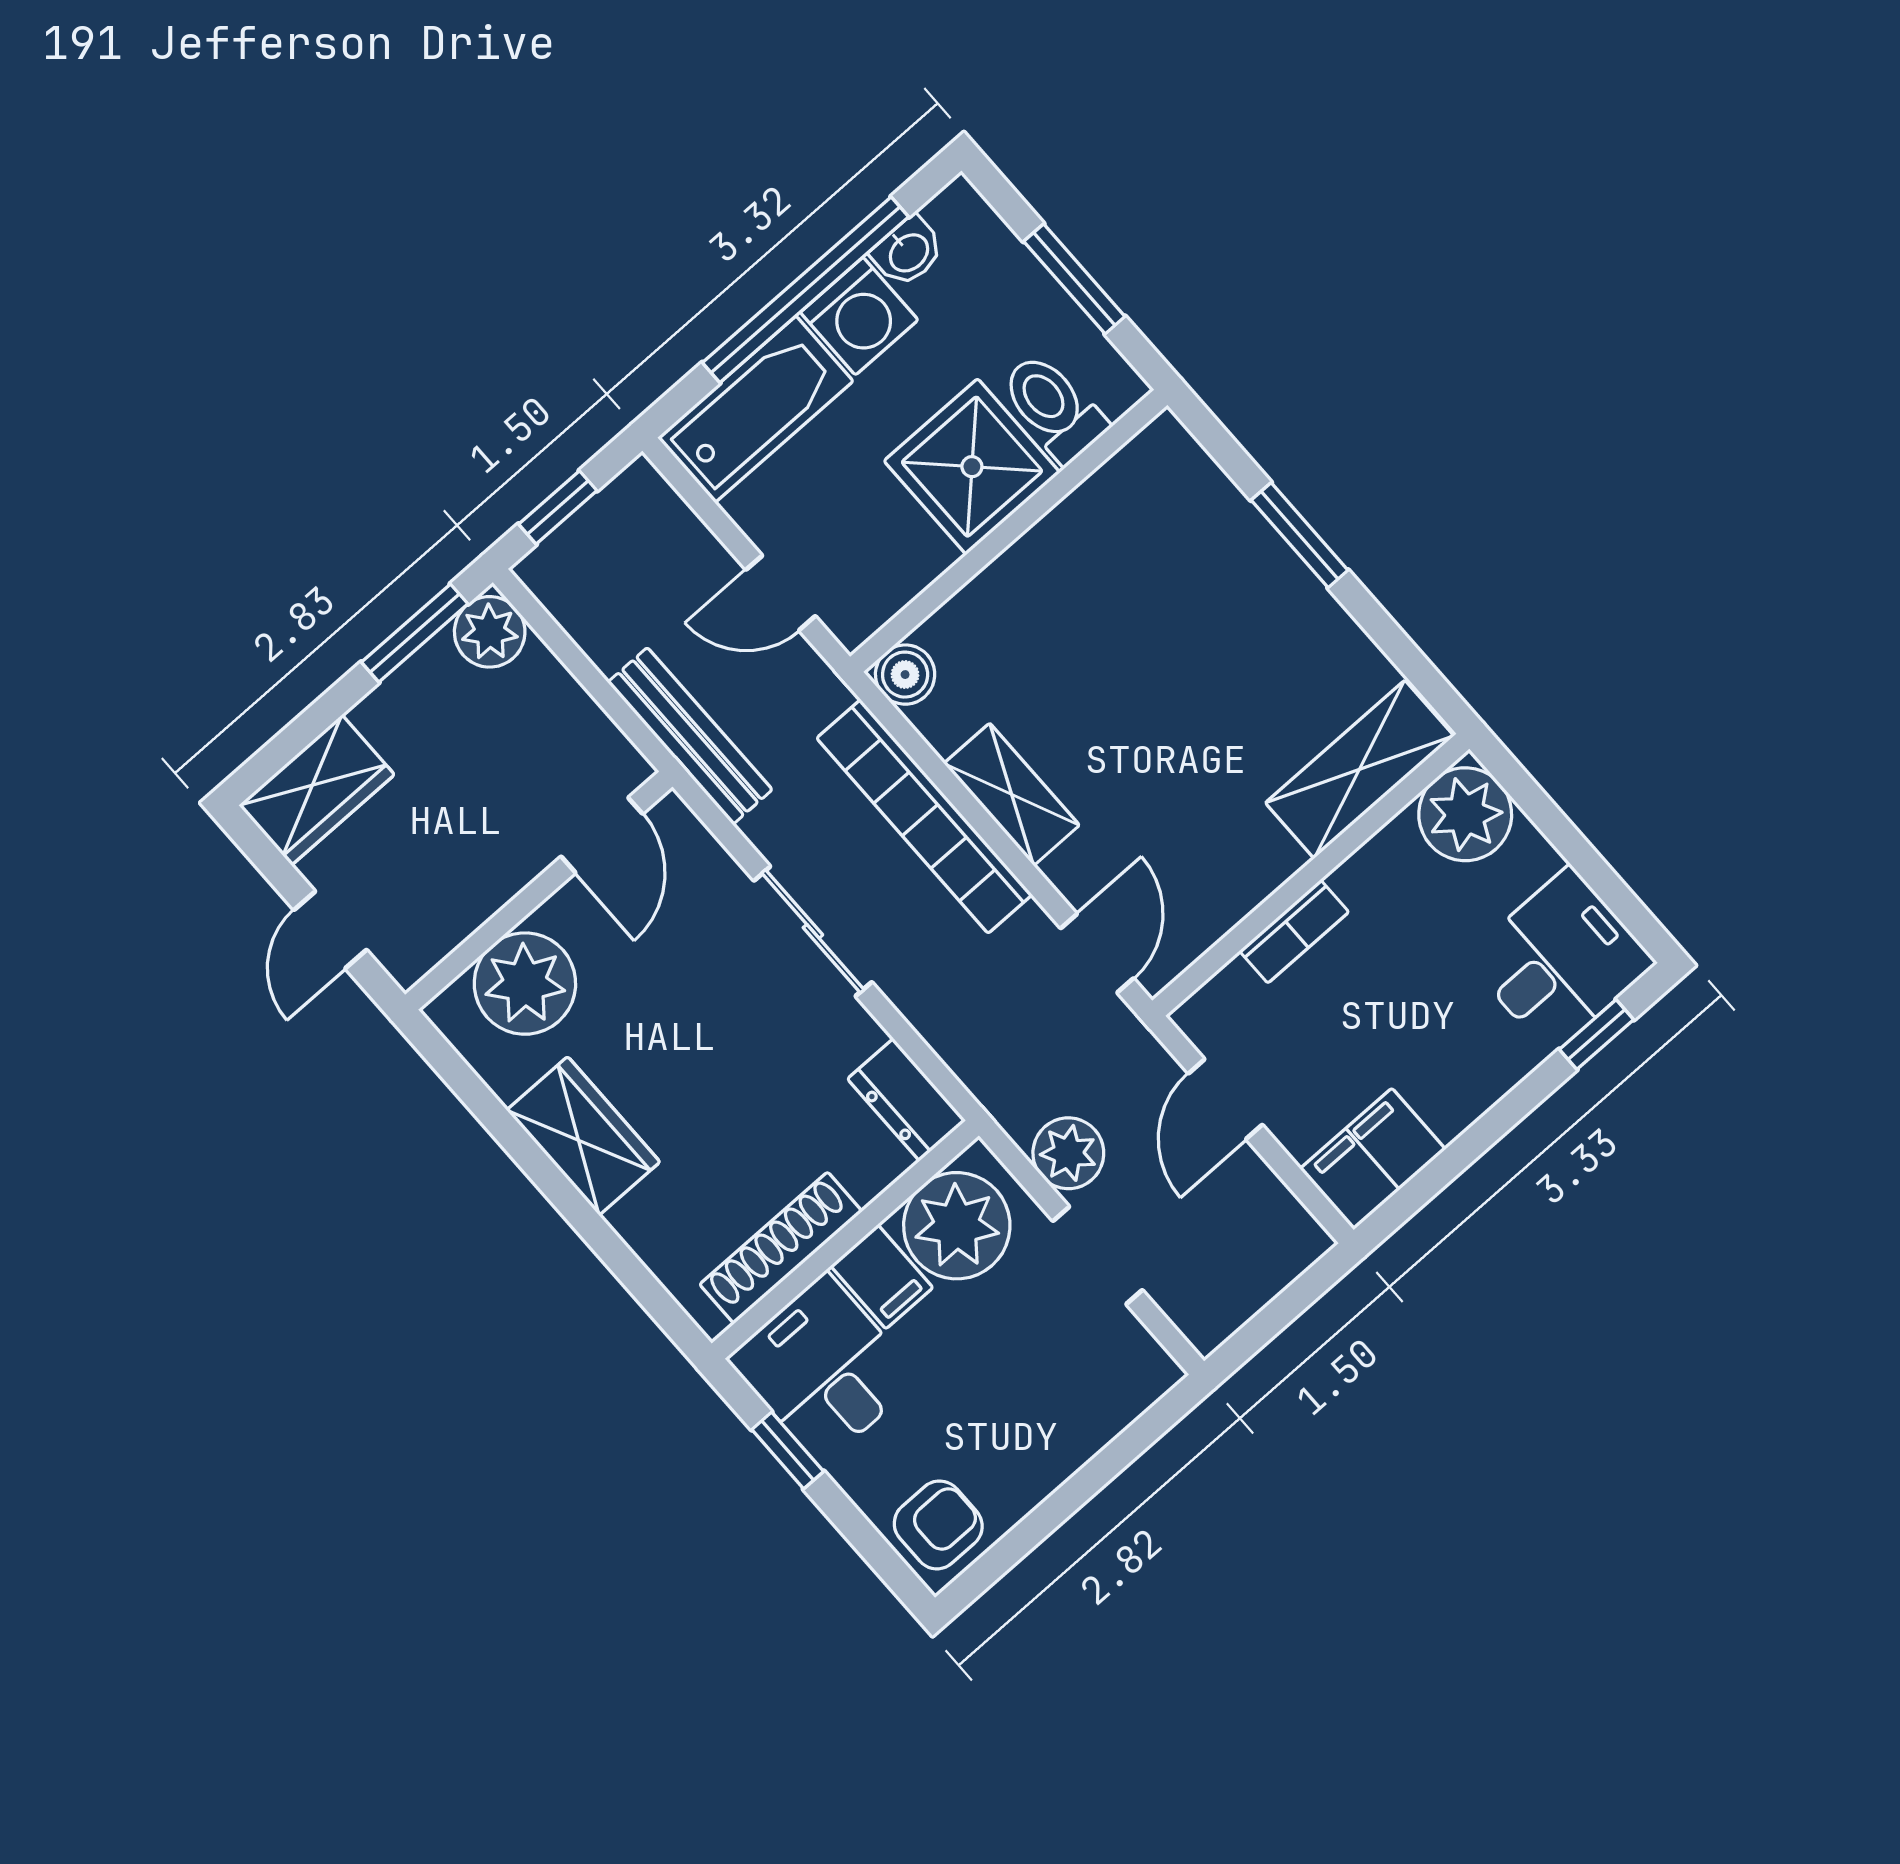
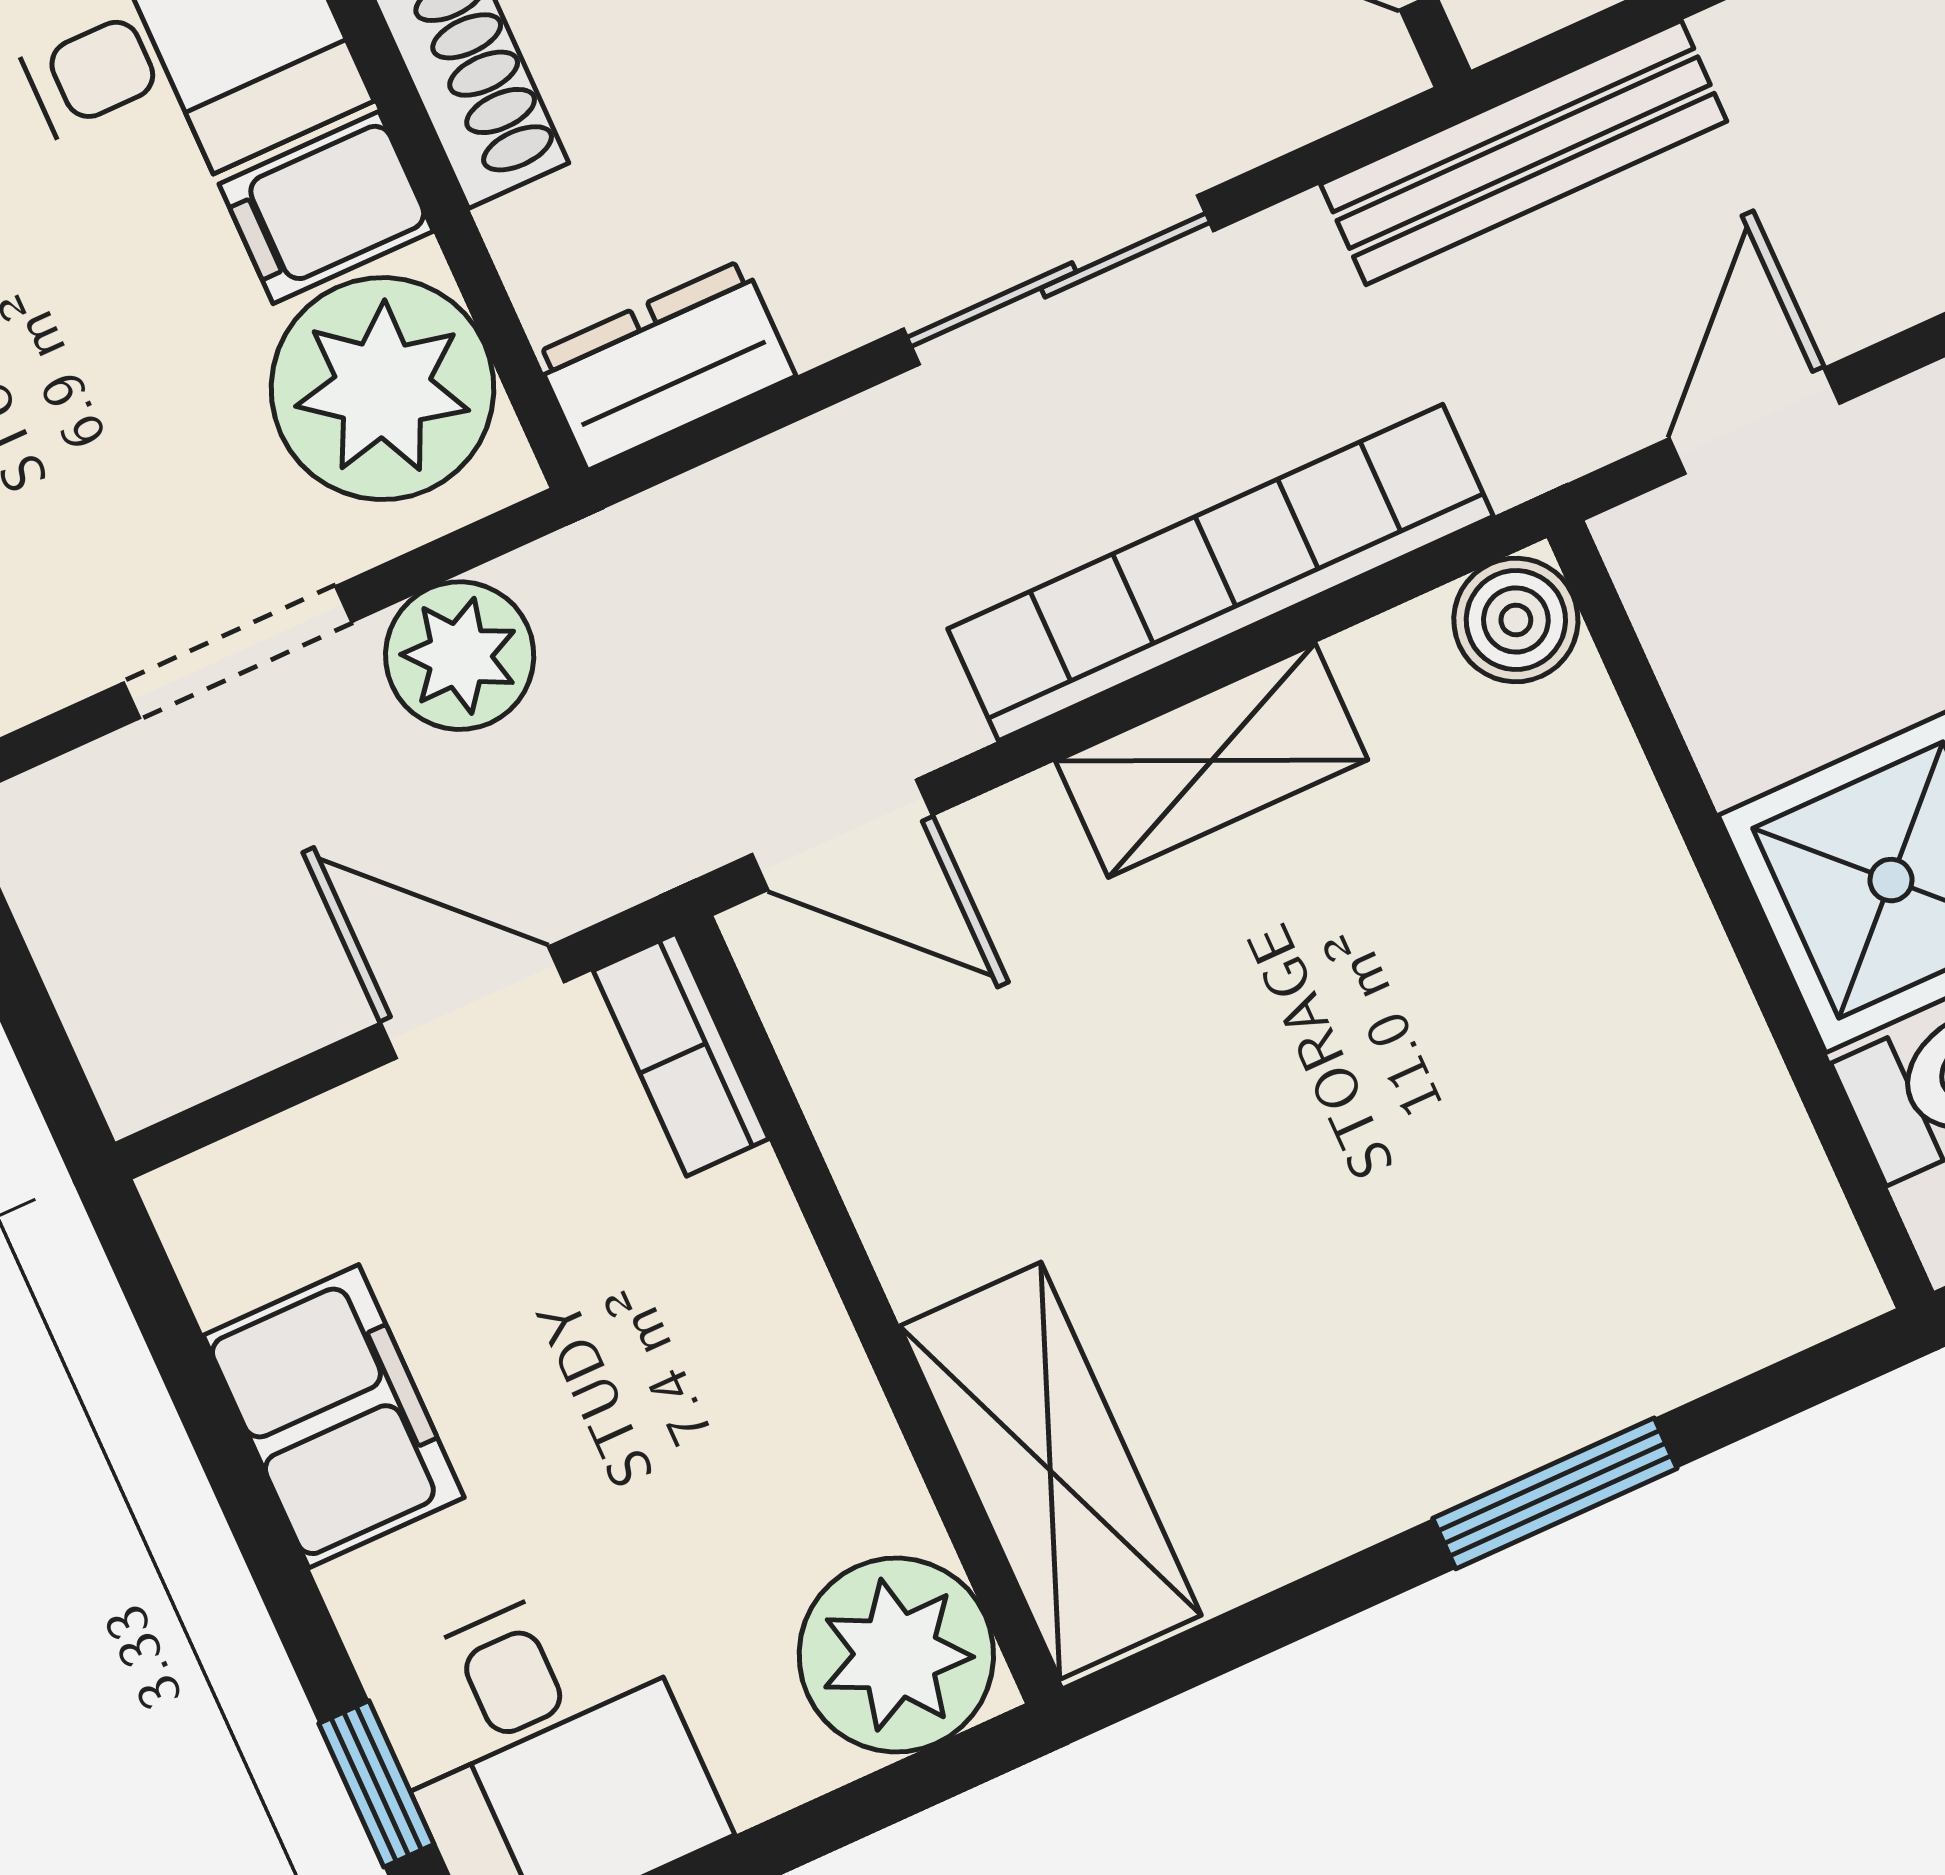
bookcase: (1294, 931) -> (681, 1055), moved
filing cabinet: (1373, 1159) -> (334, 1416), moved

